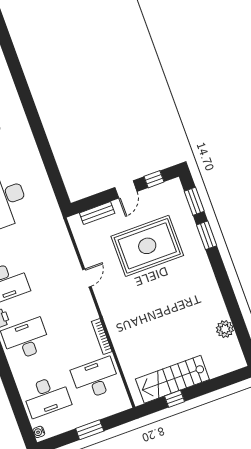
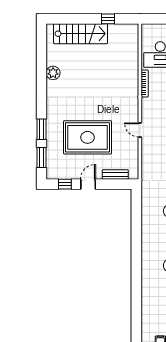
door: (87, 278) -> (140, 130), hinge flipped
plant: (225, 329) -> (53, 73), moved
stairs: (172, 379) -> (81, 34), moved

